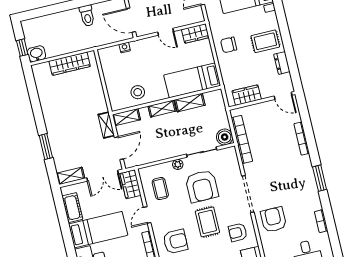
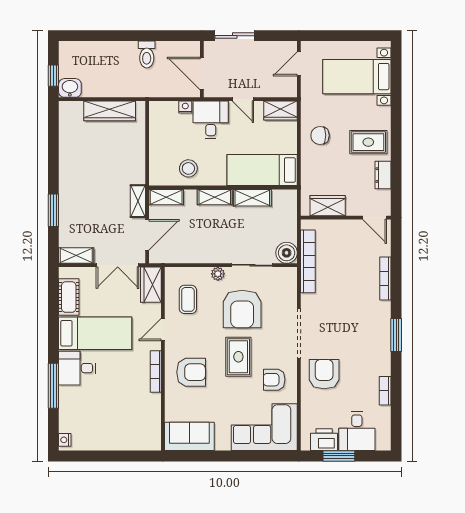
desk: (146, 53) -> (211, 120), added

